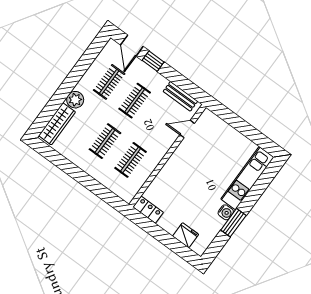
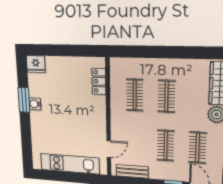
kitchen unit: (247, 178) -> (70, 164), moved, turned -90
locker: (148, 210) -> (99, 81), moved, turned 90
fridge: (186, 235) -> (36, 64), moved

